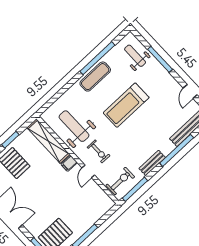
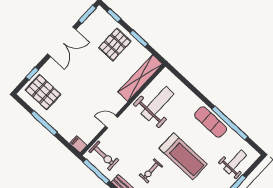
treadmill: (126, 105) -> (183, 156), turned 180
exercise bike: (99, 151) -> (151, 171), moved
filing cabinet: (69, 163) -> (78, 144), moved

